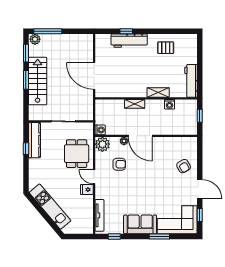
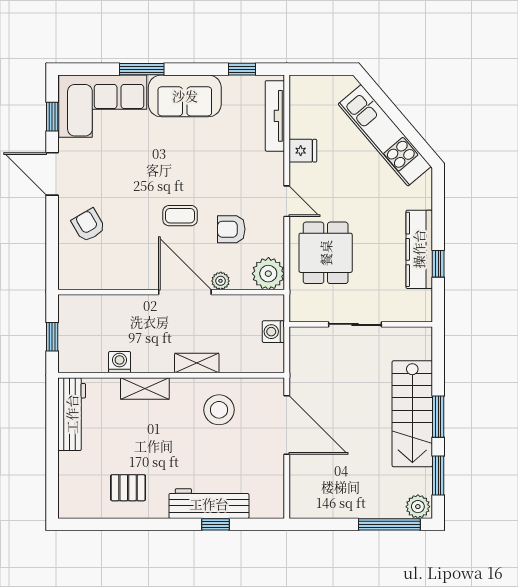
stool: (125, 83) -> (219, 410), added
washing machine: (100, 130) -> (273, 332), moved
kitchen counter: (34, 140) -> (419, 249), moved
coffee table: (142, 170) -> (180, 216), added
fridge: (87, 190) -> (303, 151), moved

